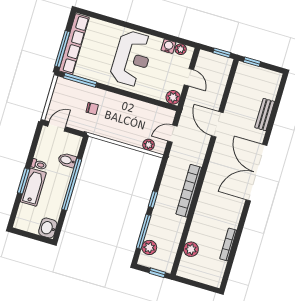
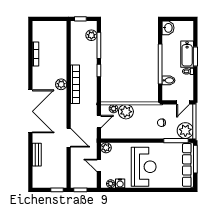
reception desk: (132, 59) -> (144, 167), turned 180
plant: (64, 89) -> (185, 131), added
plant: (134, 136) -> (126, 112), added
plant: (191, 249) -> (61, 84), moved

